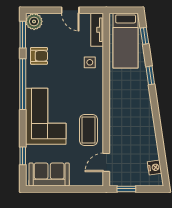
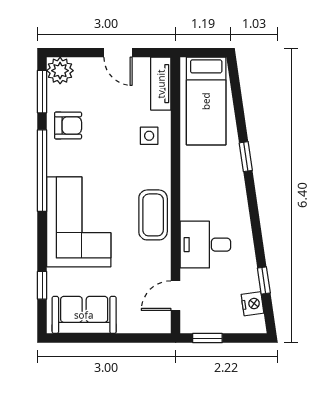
window: (144, 36) -> (264, 280), moved
coffee table: (89, 130) -> (153, 215), moved
desk: (125, 130) -> (205, 245), added

